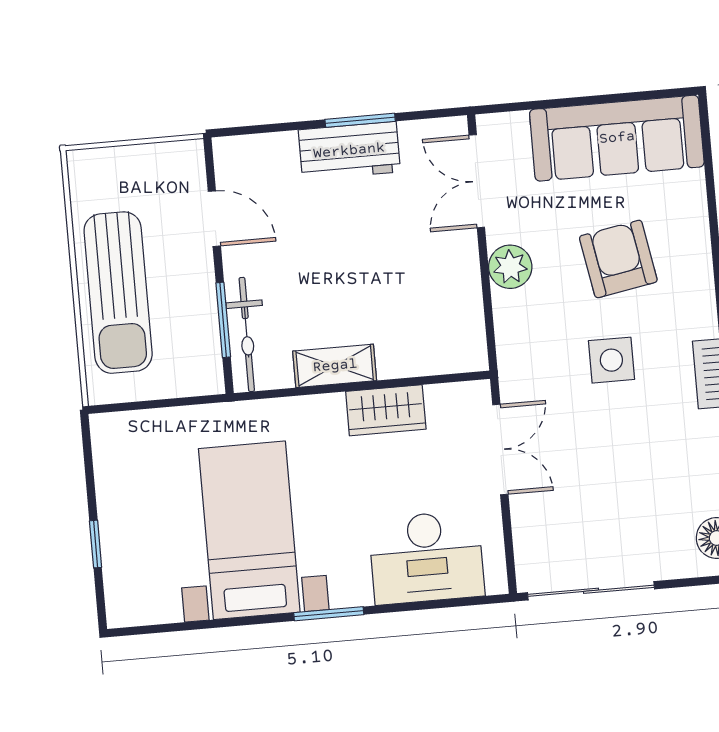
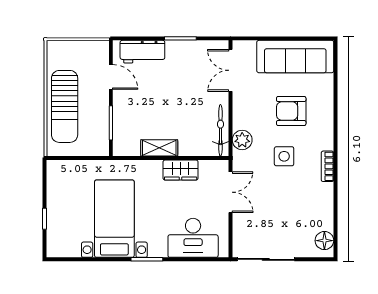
workbench: (349, 151) -> (142, 52), moved
armchair: (618, 259) -> (291, 111), turned -80
plant: (510, 267) -> (242, 140), moved
bicycle: (247, 334) -> (220, 130), moved, turned 180

